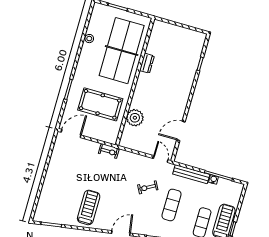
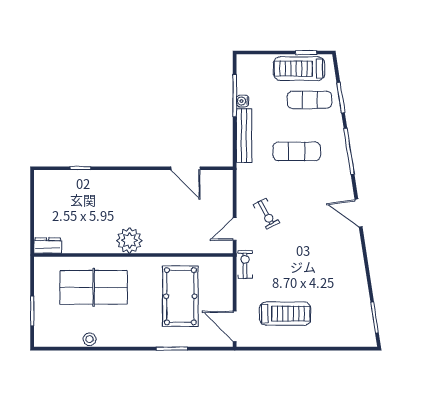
table tennis table: (122, 51) -> (94, 287), width x0.73, depth x0.76
dresser: (147, 63) -> (48, 246), moved
plant: (135, 118) -> (129, 240), moved
door: (161, 159) -> (235, 229), moved
exercise bike: (148, 187) -> (266, 214), moved
treadmill: (89, 207) -> (285, 314), moved, turned 180

